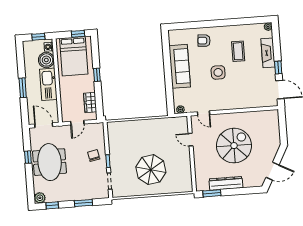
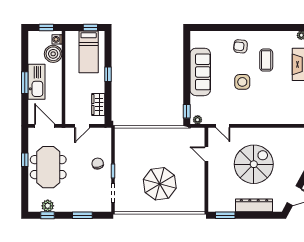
armchair: (204, 41) -> (241, 46), moved
bed: (74, 56) -> (89, 52), width x0.67
kitchen sink: (48, 84) -> (37, 82), moved, turned 180
window: (170, 103) -> (187, 111), added
dresser: (226, 183) -> (254, 205), moved
plant: (40, 198) -> (48, 206), moved

